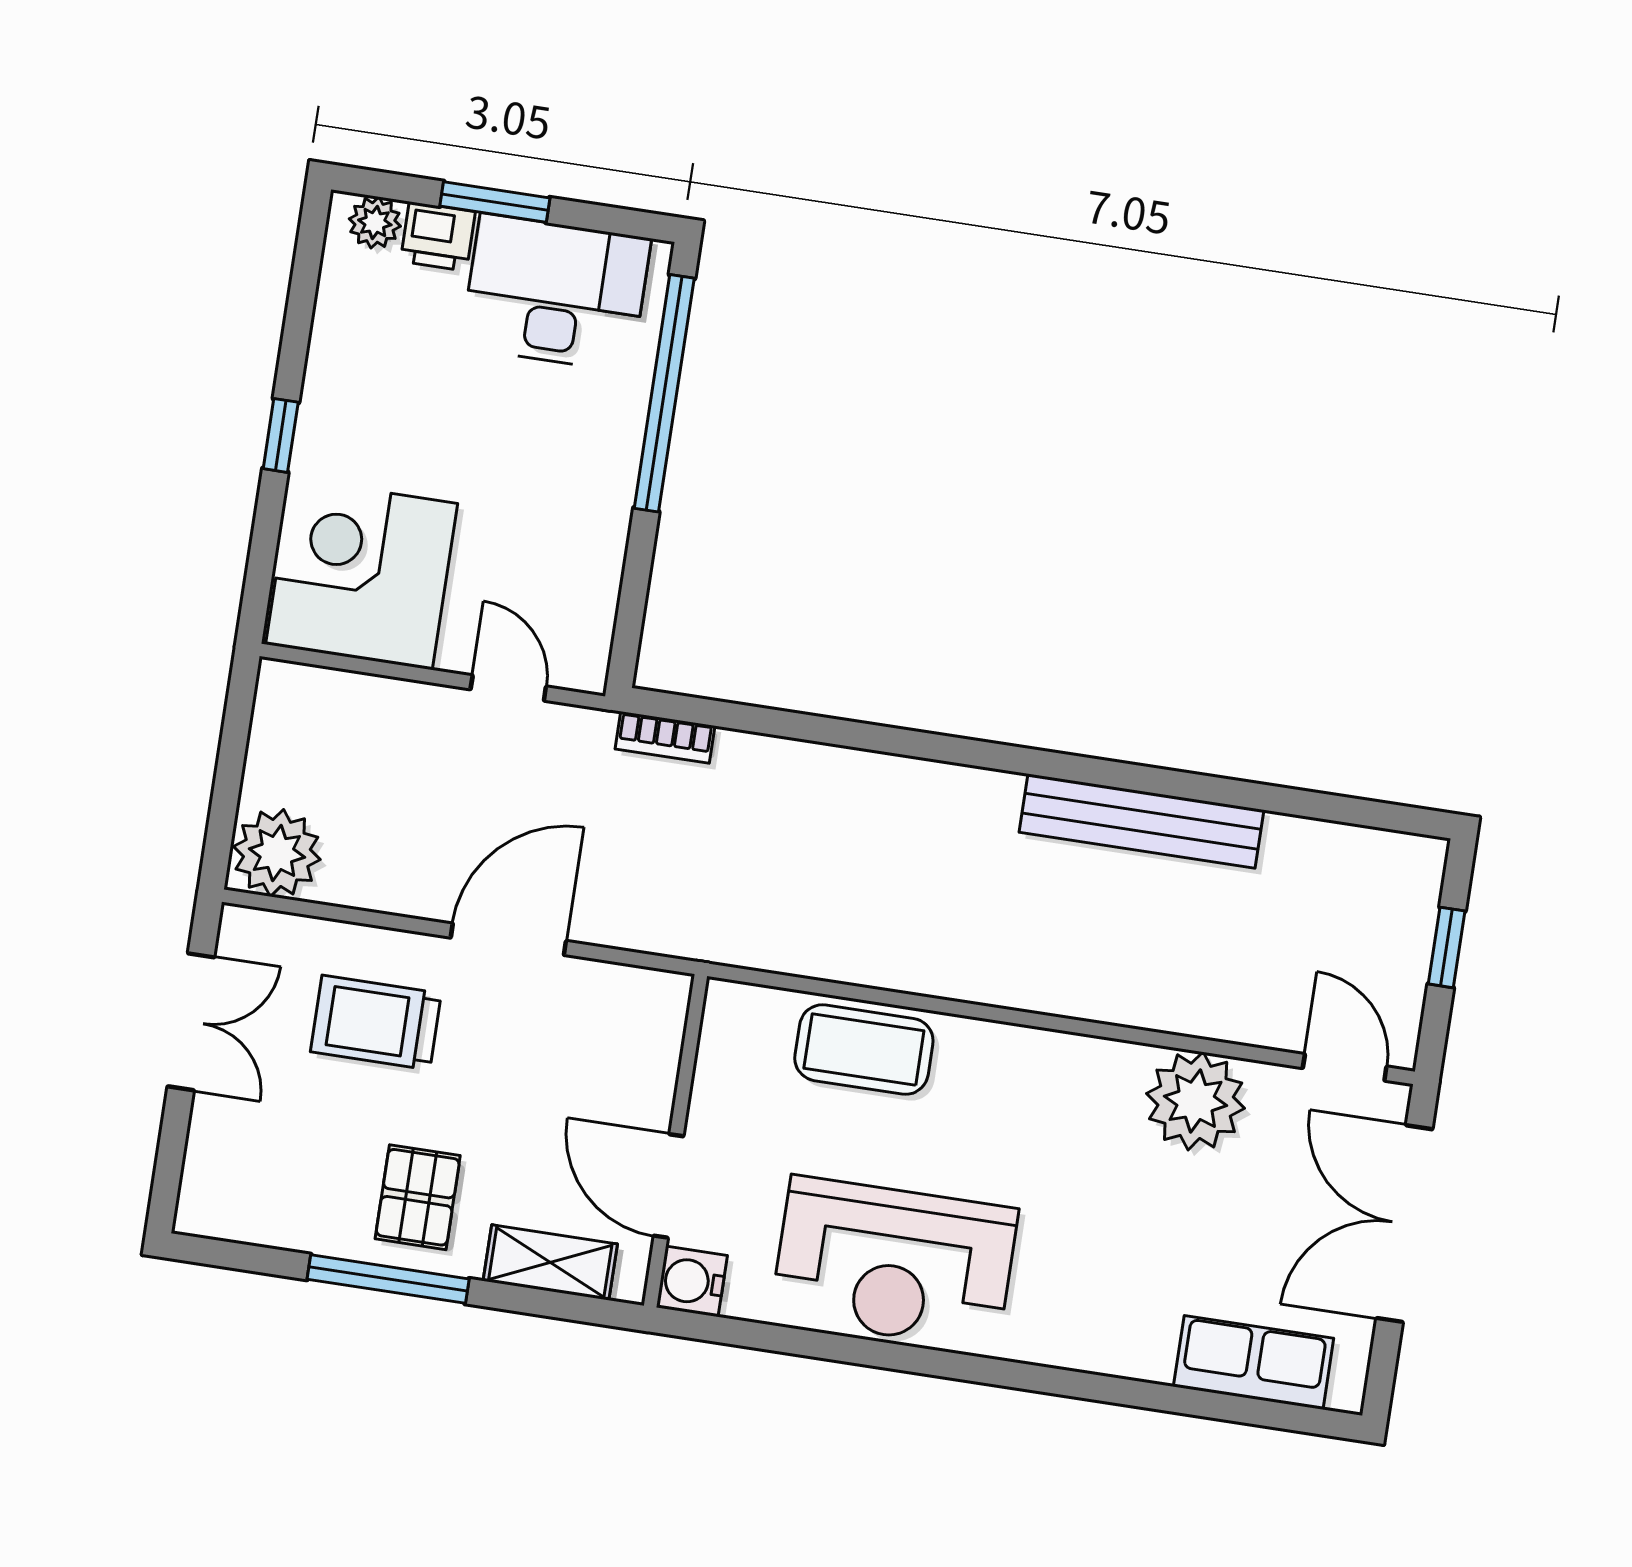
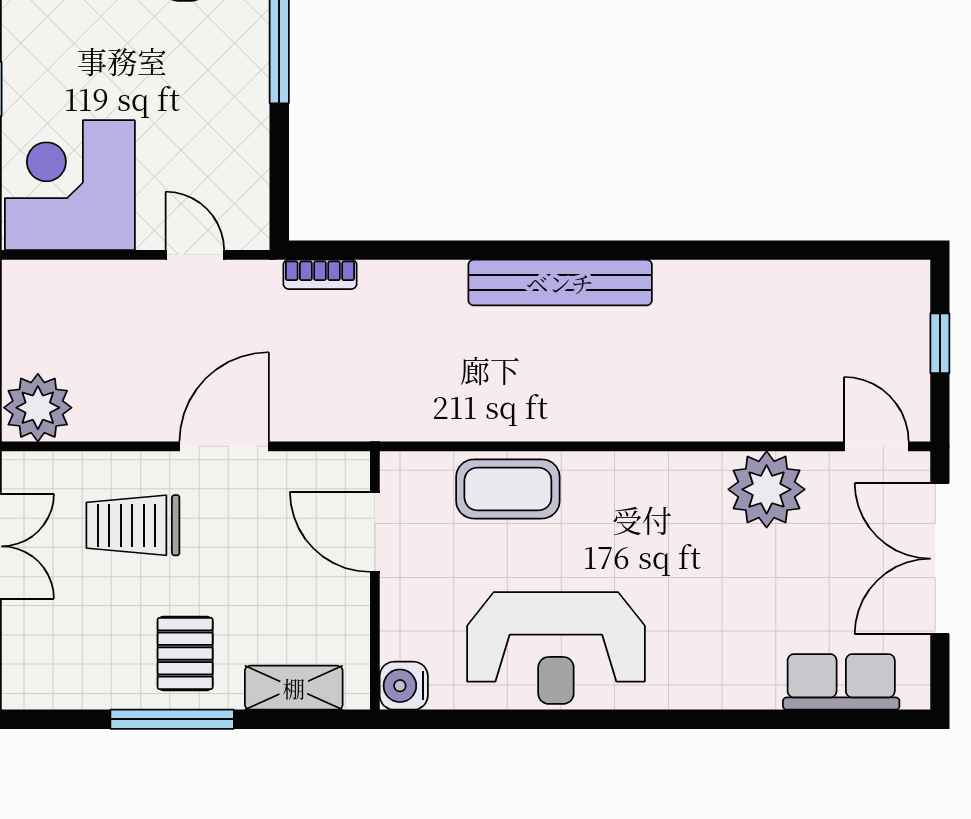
bench: (1141, 821) -> (560, 283), moved
door: (669, 1186) -> (375, 532), moved

